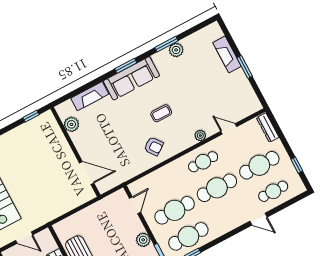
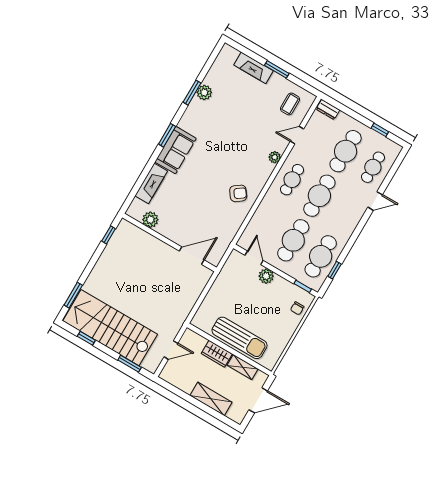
sofa: (131, 78) -> (176, 150), width x0.73
coffee table: (161, 113) -> (290, 104), moved
dresser: (268, 128) -> (328, 110), width x0.70
plant: (143, 240) -> (266, 276), moved

